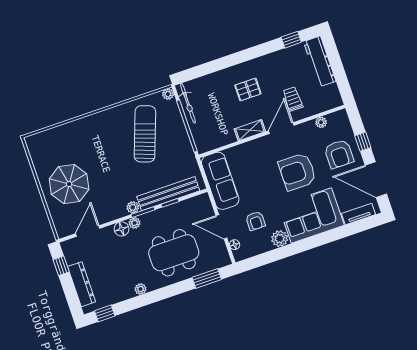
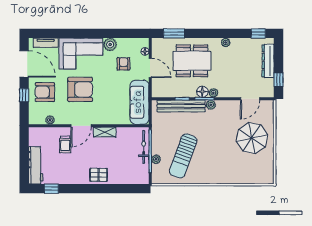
pallet: (248, 89) -> (99, 175), moved
plant: (168, 94) -> (156, 159), moved
bicycle: (188, 103) -> (144, 147), moved
armchair: (339, 154) -> (45, 92), turned -90
floor lamp: (122, 229) -> (202, 92), moved

